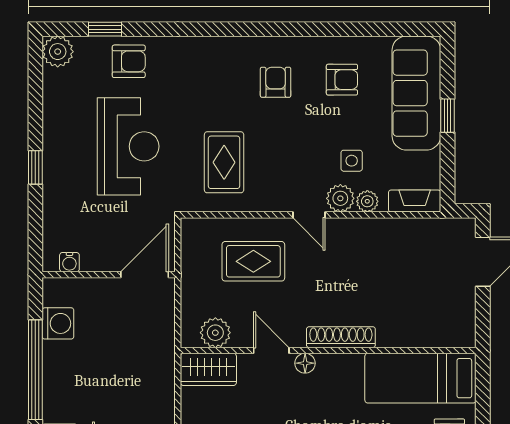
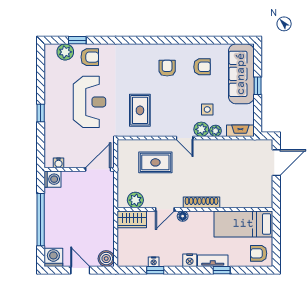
plant: (58, 52) -> (65, 52), moved
washing machine: (58, 323) -> (52, 179), moved
door: (271, 350) -> (165, 209), swing flipped

